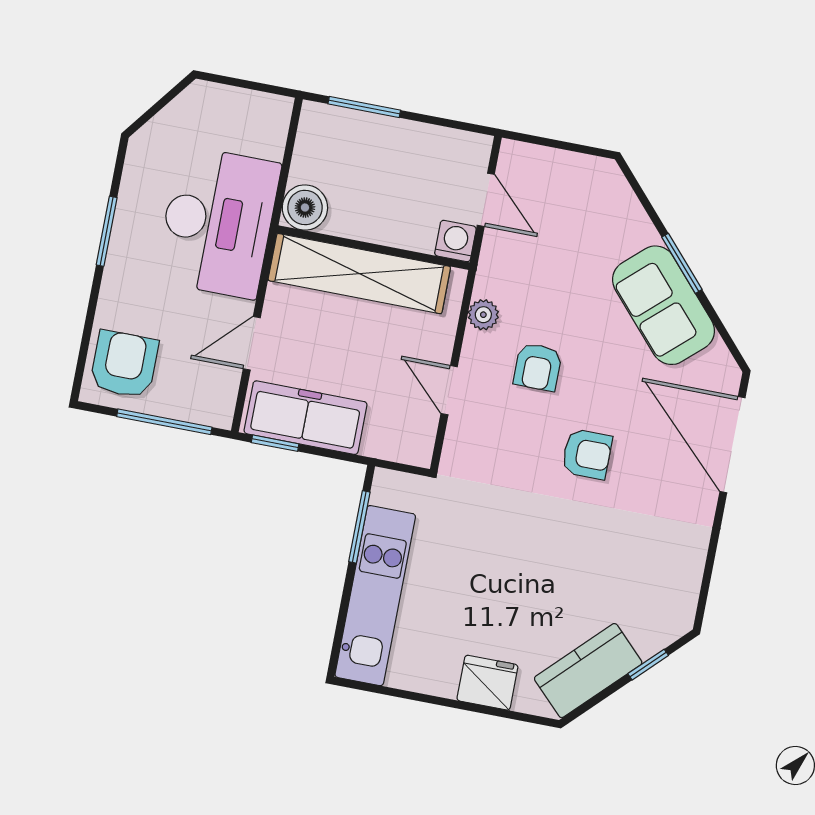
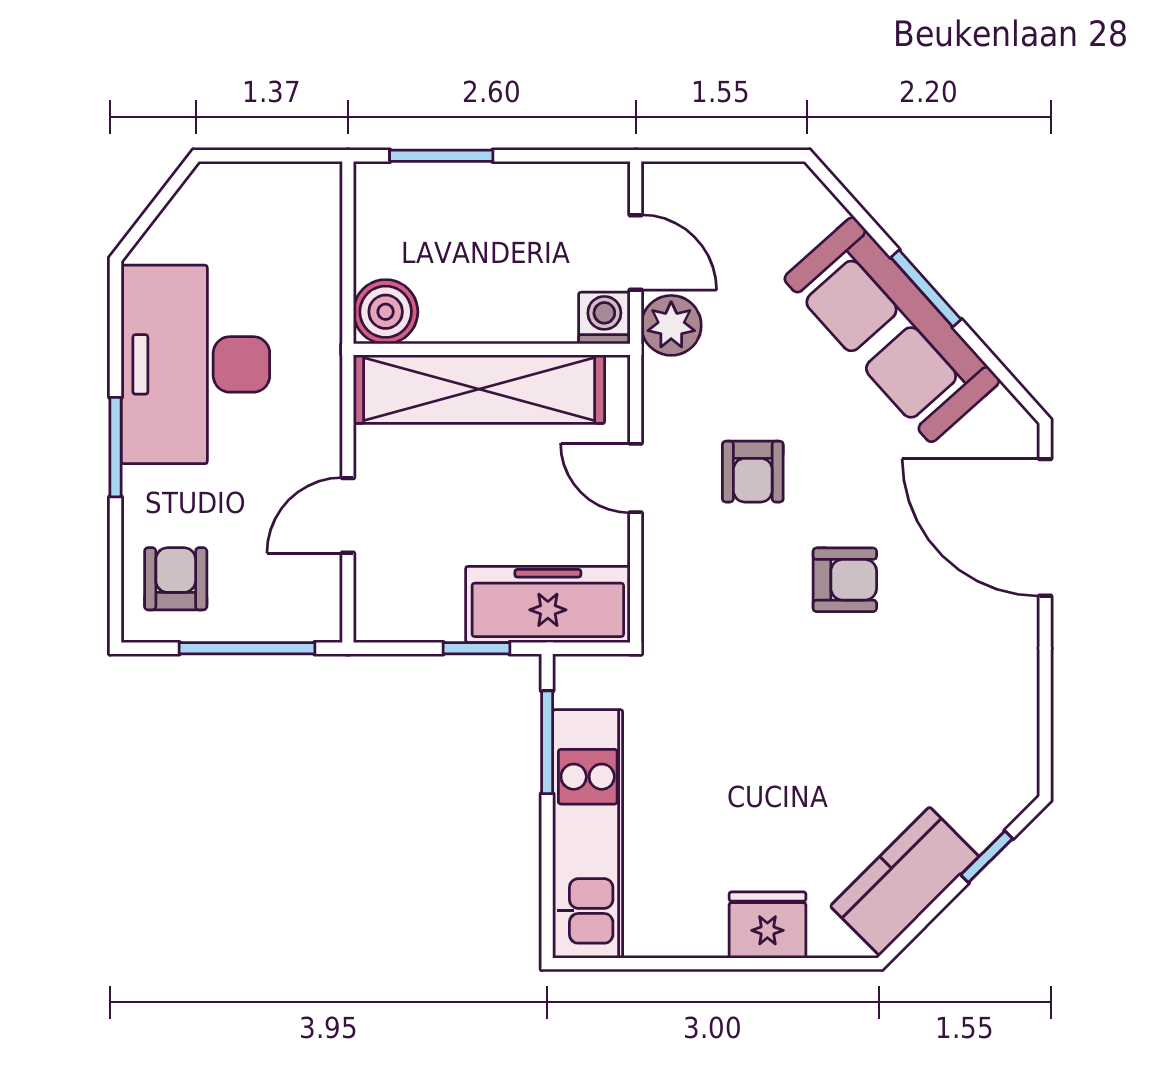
desk: (218, 222) -> (195, 364), moved, turned 180
window: (107, 231) -> (116, 447), moved
sofa: (663, 305) -> (892, 330), width x1.36
plant: (483, 315) -> (671, 325), moved, width x1.38, depth x1.38
armchair: (124, 364) -> (176, 579), width x0.72, depth x0.72
door: (449, 390) -> (636, 478), moved
freezer: (306, 418) -> (548, 605), moved
window: (275, 443) -> (477, 648), moved

